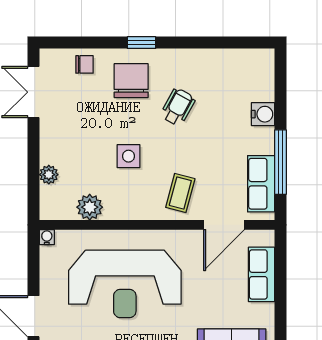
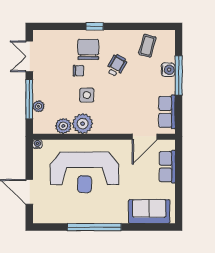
chair: (84, 64) -> (78, 71), moved
window: (280, 162) -> (179, 75), moved
window: (33, 163) -> (29, 99), added
coffee table: (180, 193) -> (147, 46), moved
plant: (122, 203) -> (83, 124), added

